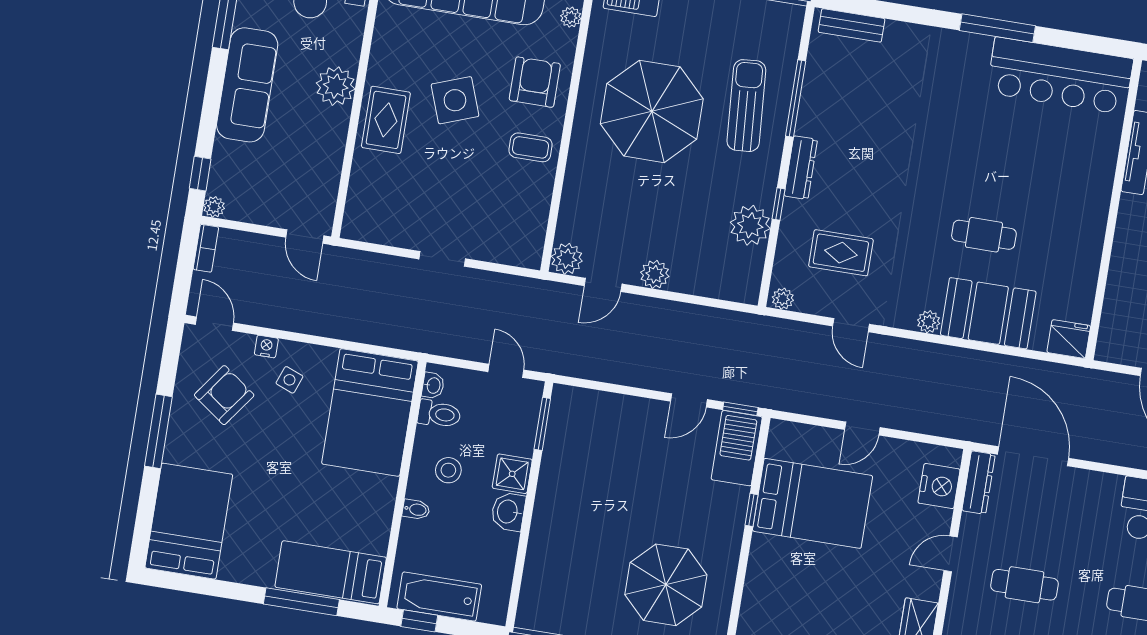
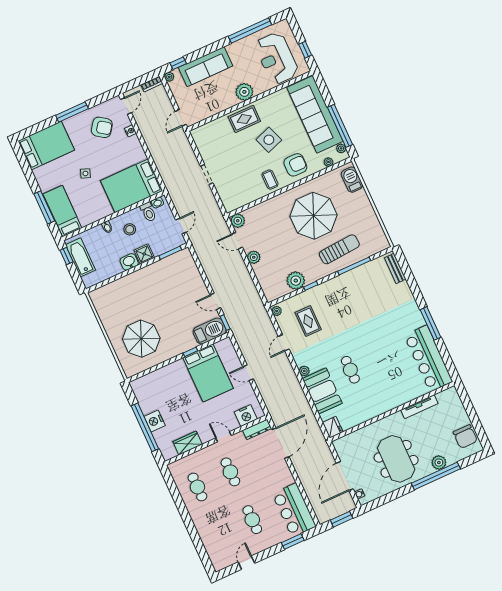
sofa: (247, 85) -> (205, 67), moved
dresser: (801, 168) -> (330, 285), removed
side table: (289, 380) -> (85, 173), moved

